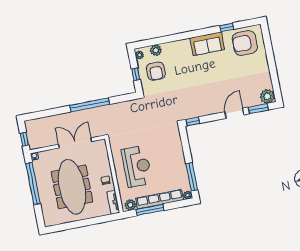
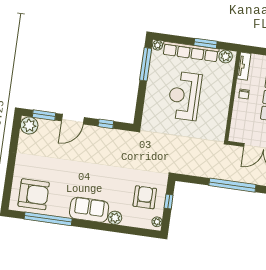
window: (227, 27) -> (48, 219), width x3.17
sofa: (207, 44) -> (89, 210), moved
plant: (156, 50) -> (115, 218), moved
window: (193, 121) -> (106, 124), moved
reception desk: (137, 166) -> (185, 96), moved
window: (150, 210) -> (206, 43), width x0.69

